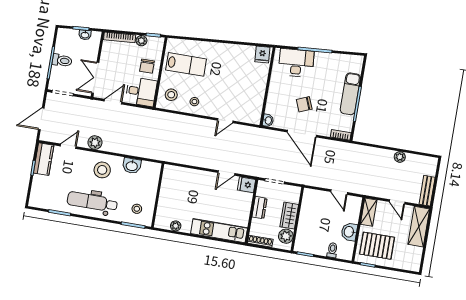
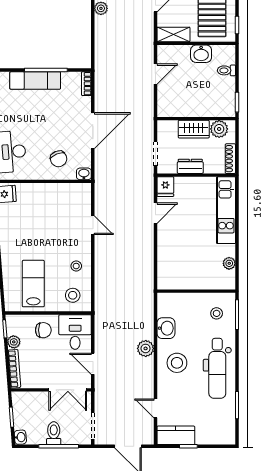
washbasin: (85, 35) -> (20, 437), moved
chair: (304, 104) -> (59, 159), moved
plant: (95, 143) -> (146, 348), moved
door: (226, 173) -> (155, 213), hinge flipped

